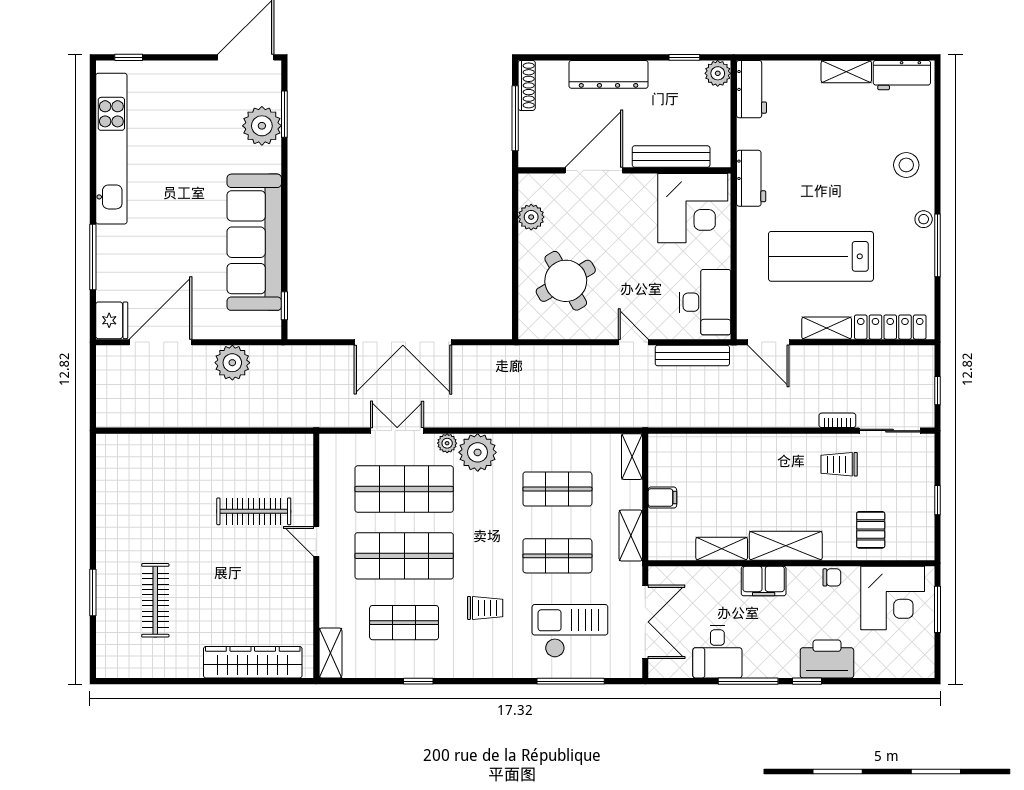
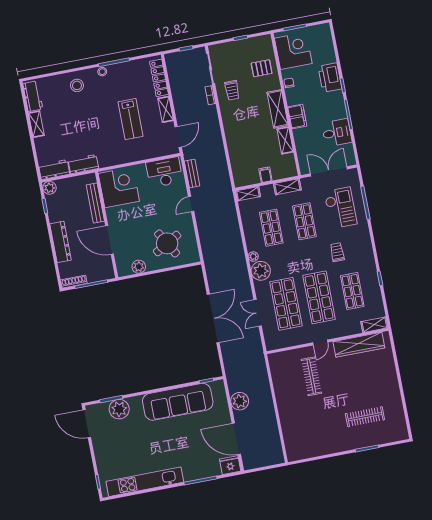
workbench: (751, 178) -> (83, 164), moved
lab bench: (821, 256) -> (131, 119), width x0.73, depth x0.72
bench: (692, 356) -> (192, 173), width x0.73
plant: (447, 443) -> (253, 257), moved
checkout: (570, 631) -> (341, 208), turned 180
wardrobe: (253, 662) -> (359, 345), moved, turned -90

